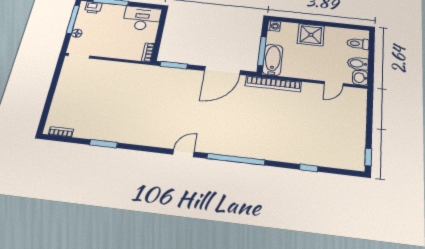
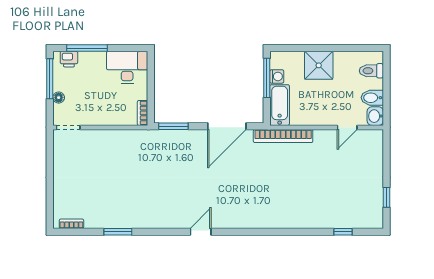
washing machine: (274, 26) -> (277, 76), moved
window: (262, 51) -> (267, 78), moved
window: (368, 157) -> (386, 197), moved
window: (236, 159) -> (254, 232), removed
window: (309, 168) -> (343, 232), moved

